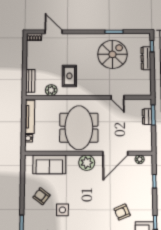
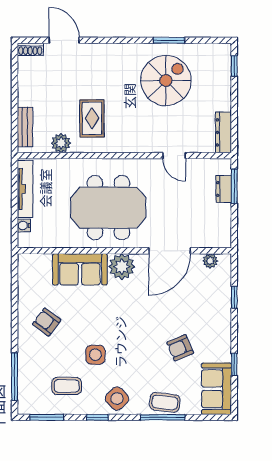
dresser: (146, 58) -> (223, 132), moved
meeting table: (79, 128) -> (108, 208), turned 90
sofa: (49, 164) -> (80, 269), moved
side table: (62, 210) -> (95, 355), moved

